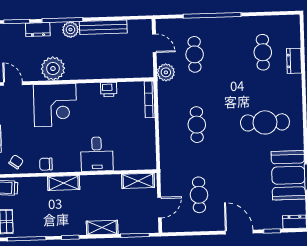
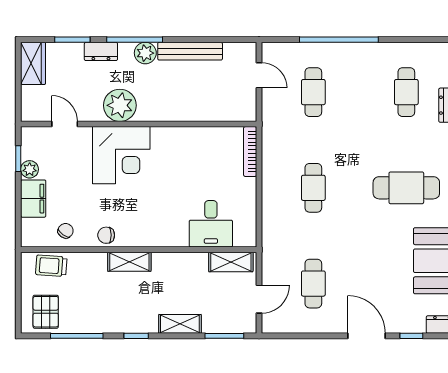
plant: (166, 72) -> (273, 115), removed
printer: (109, 90) -> (195, 136), removed
desk: (97, 154) -> (211, 224), moved

